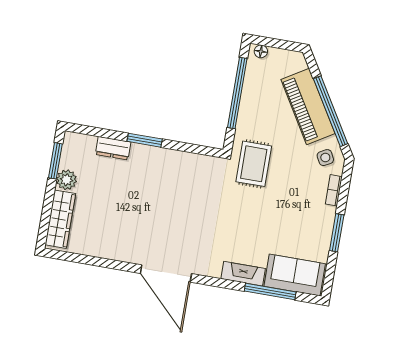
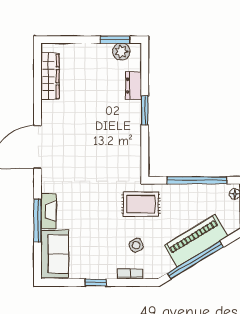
side table: (325, 158) -> (136, 245), moved
plant: (67, 180) -> (121, 52), moved
wardrobe: (60, 219) -> (50, 76), moved, turned -90
window: (337, 233) -> (96, 283), width x0.67
window: (270, 291) -> (38, 221), moved

